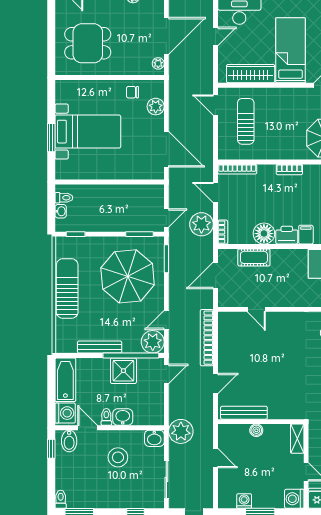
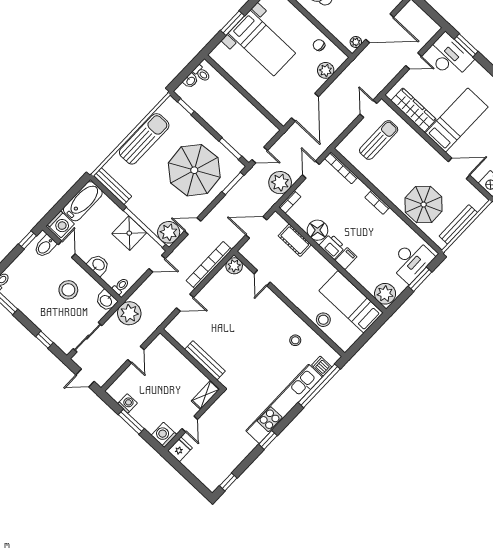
plant: (226, 320) -> (234, 266), added
bench: (100, 347) -> (113, 186), moved
bench: (244, 413) -> (205, 360), moved
toilet: (106, 417) -> (121, 286), moved
boiler: (256, 430) -> (183, 362), removed

